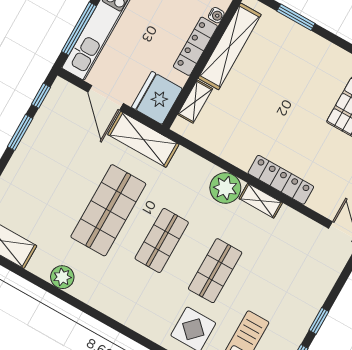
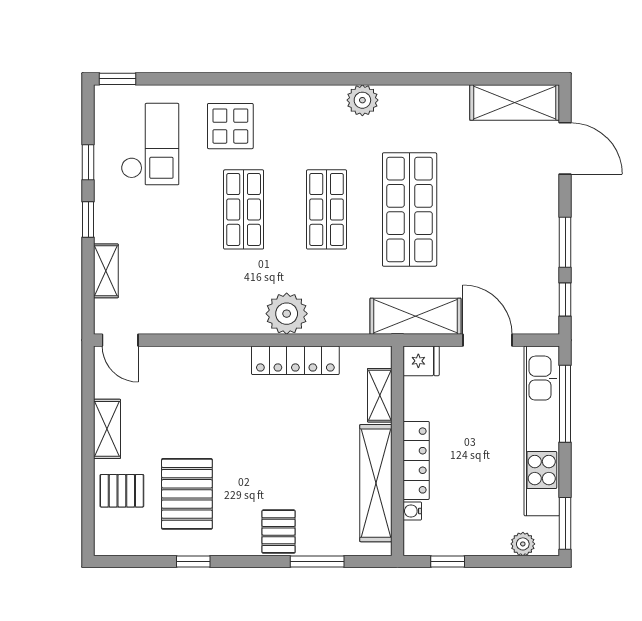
pallet: (310, 51) -> (279, 532), added
fridge: (157, 98) -> (421, 361), width x0.53, depth x0.75
locker: (281, 180) -> (295, 360), moved
shelving: (261, 201) -> (106, 271), moved, turned 90
plant: (62, 277) -> (362, 100), moved

